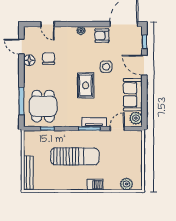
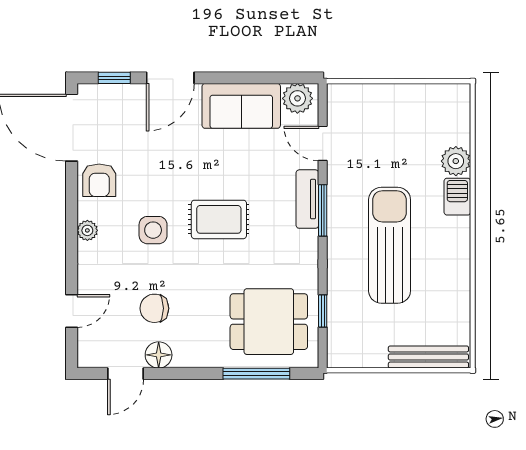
side table: (106, 67) -> (153, 230), moved
plant: (126, 184) -> (456, 161), moved

